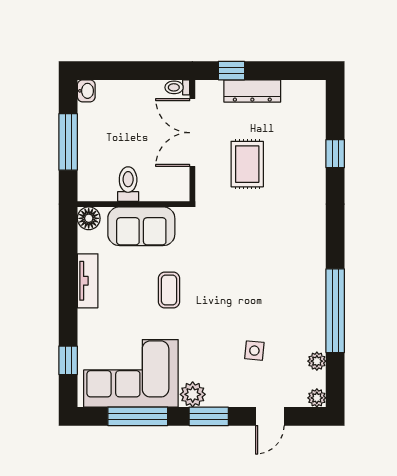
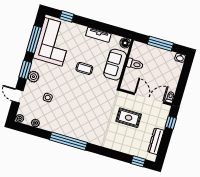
dresser: (252, 91) -> (156, 141), moved
window: (335, 154) -> (138, 161), moved
window: (335, 311) -> (68, 141), moved
plant: (193, 394) -> (33, 77), moved

